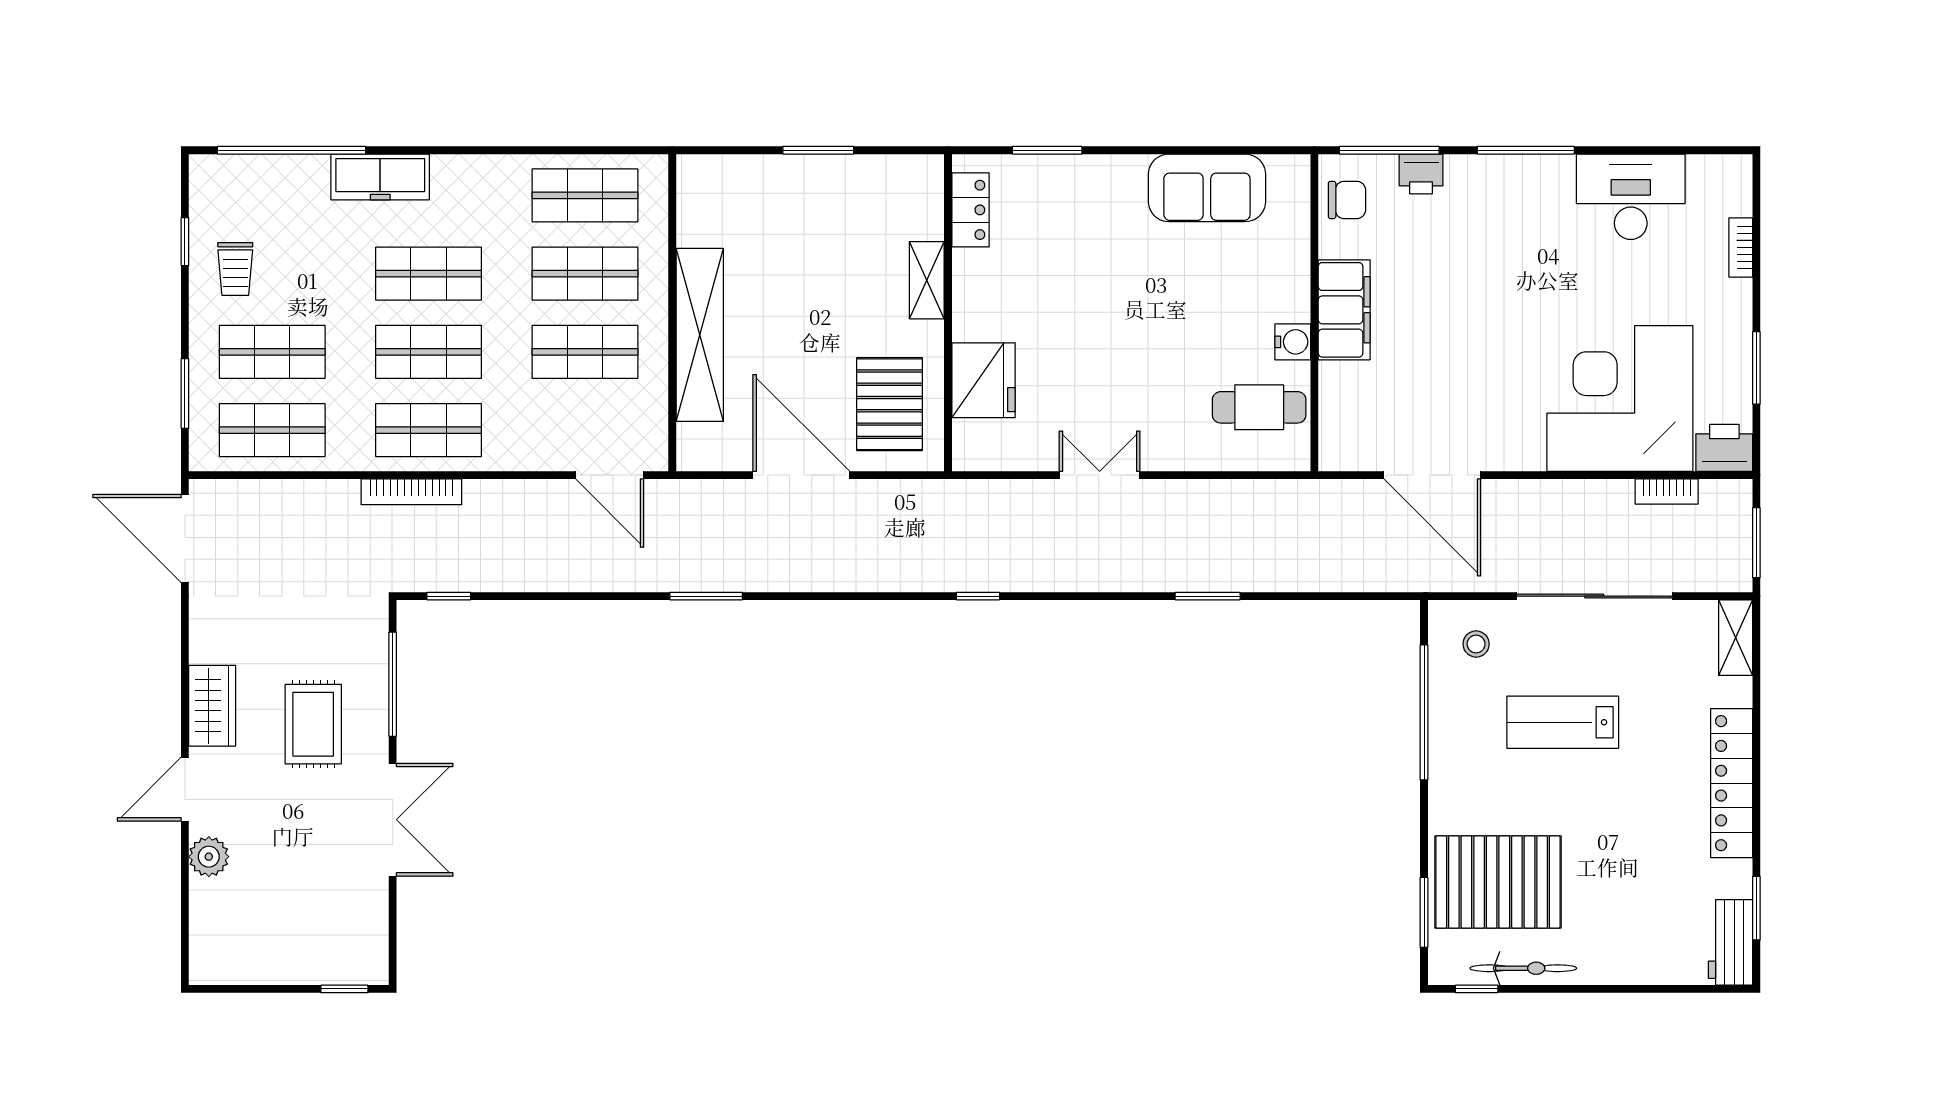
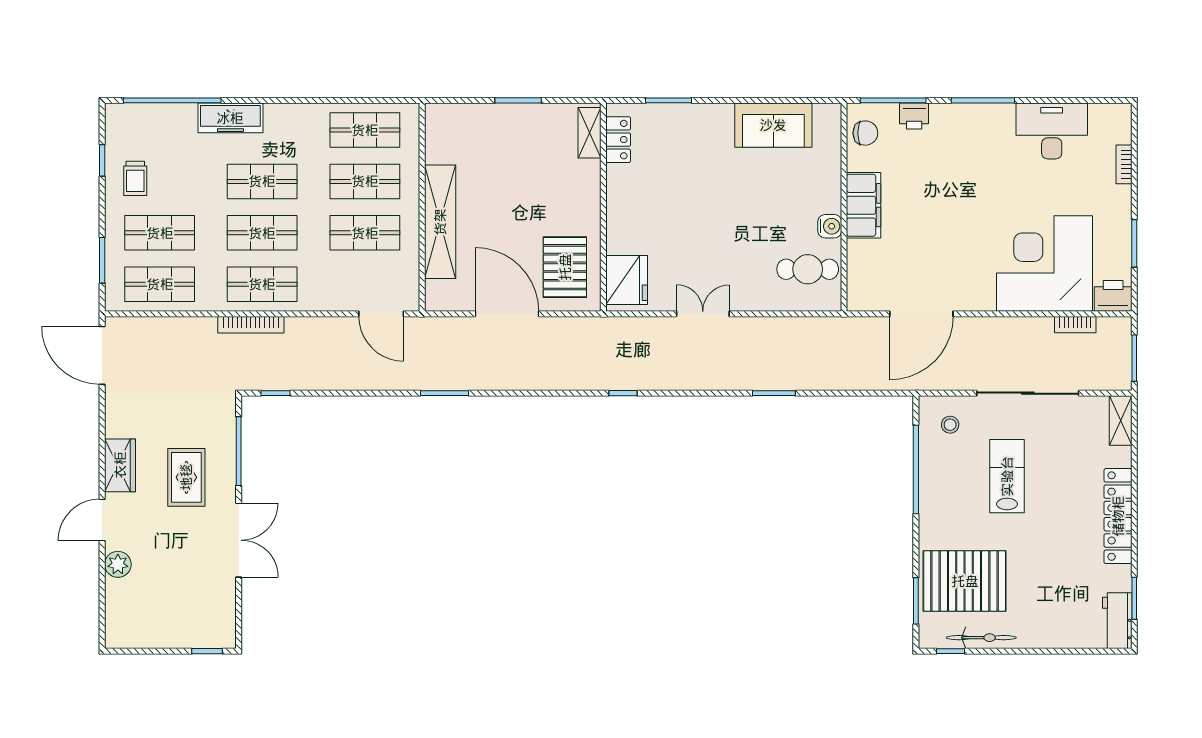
shelving: (927, 280) -> (589, 133), moved
fridge: (983, 380) -> (627, 280), moved
door: (1432, 475) -> (921, 314), hinge flipped
lab bench: (1563, 722) -> (1007, 476), turned 90

